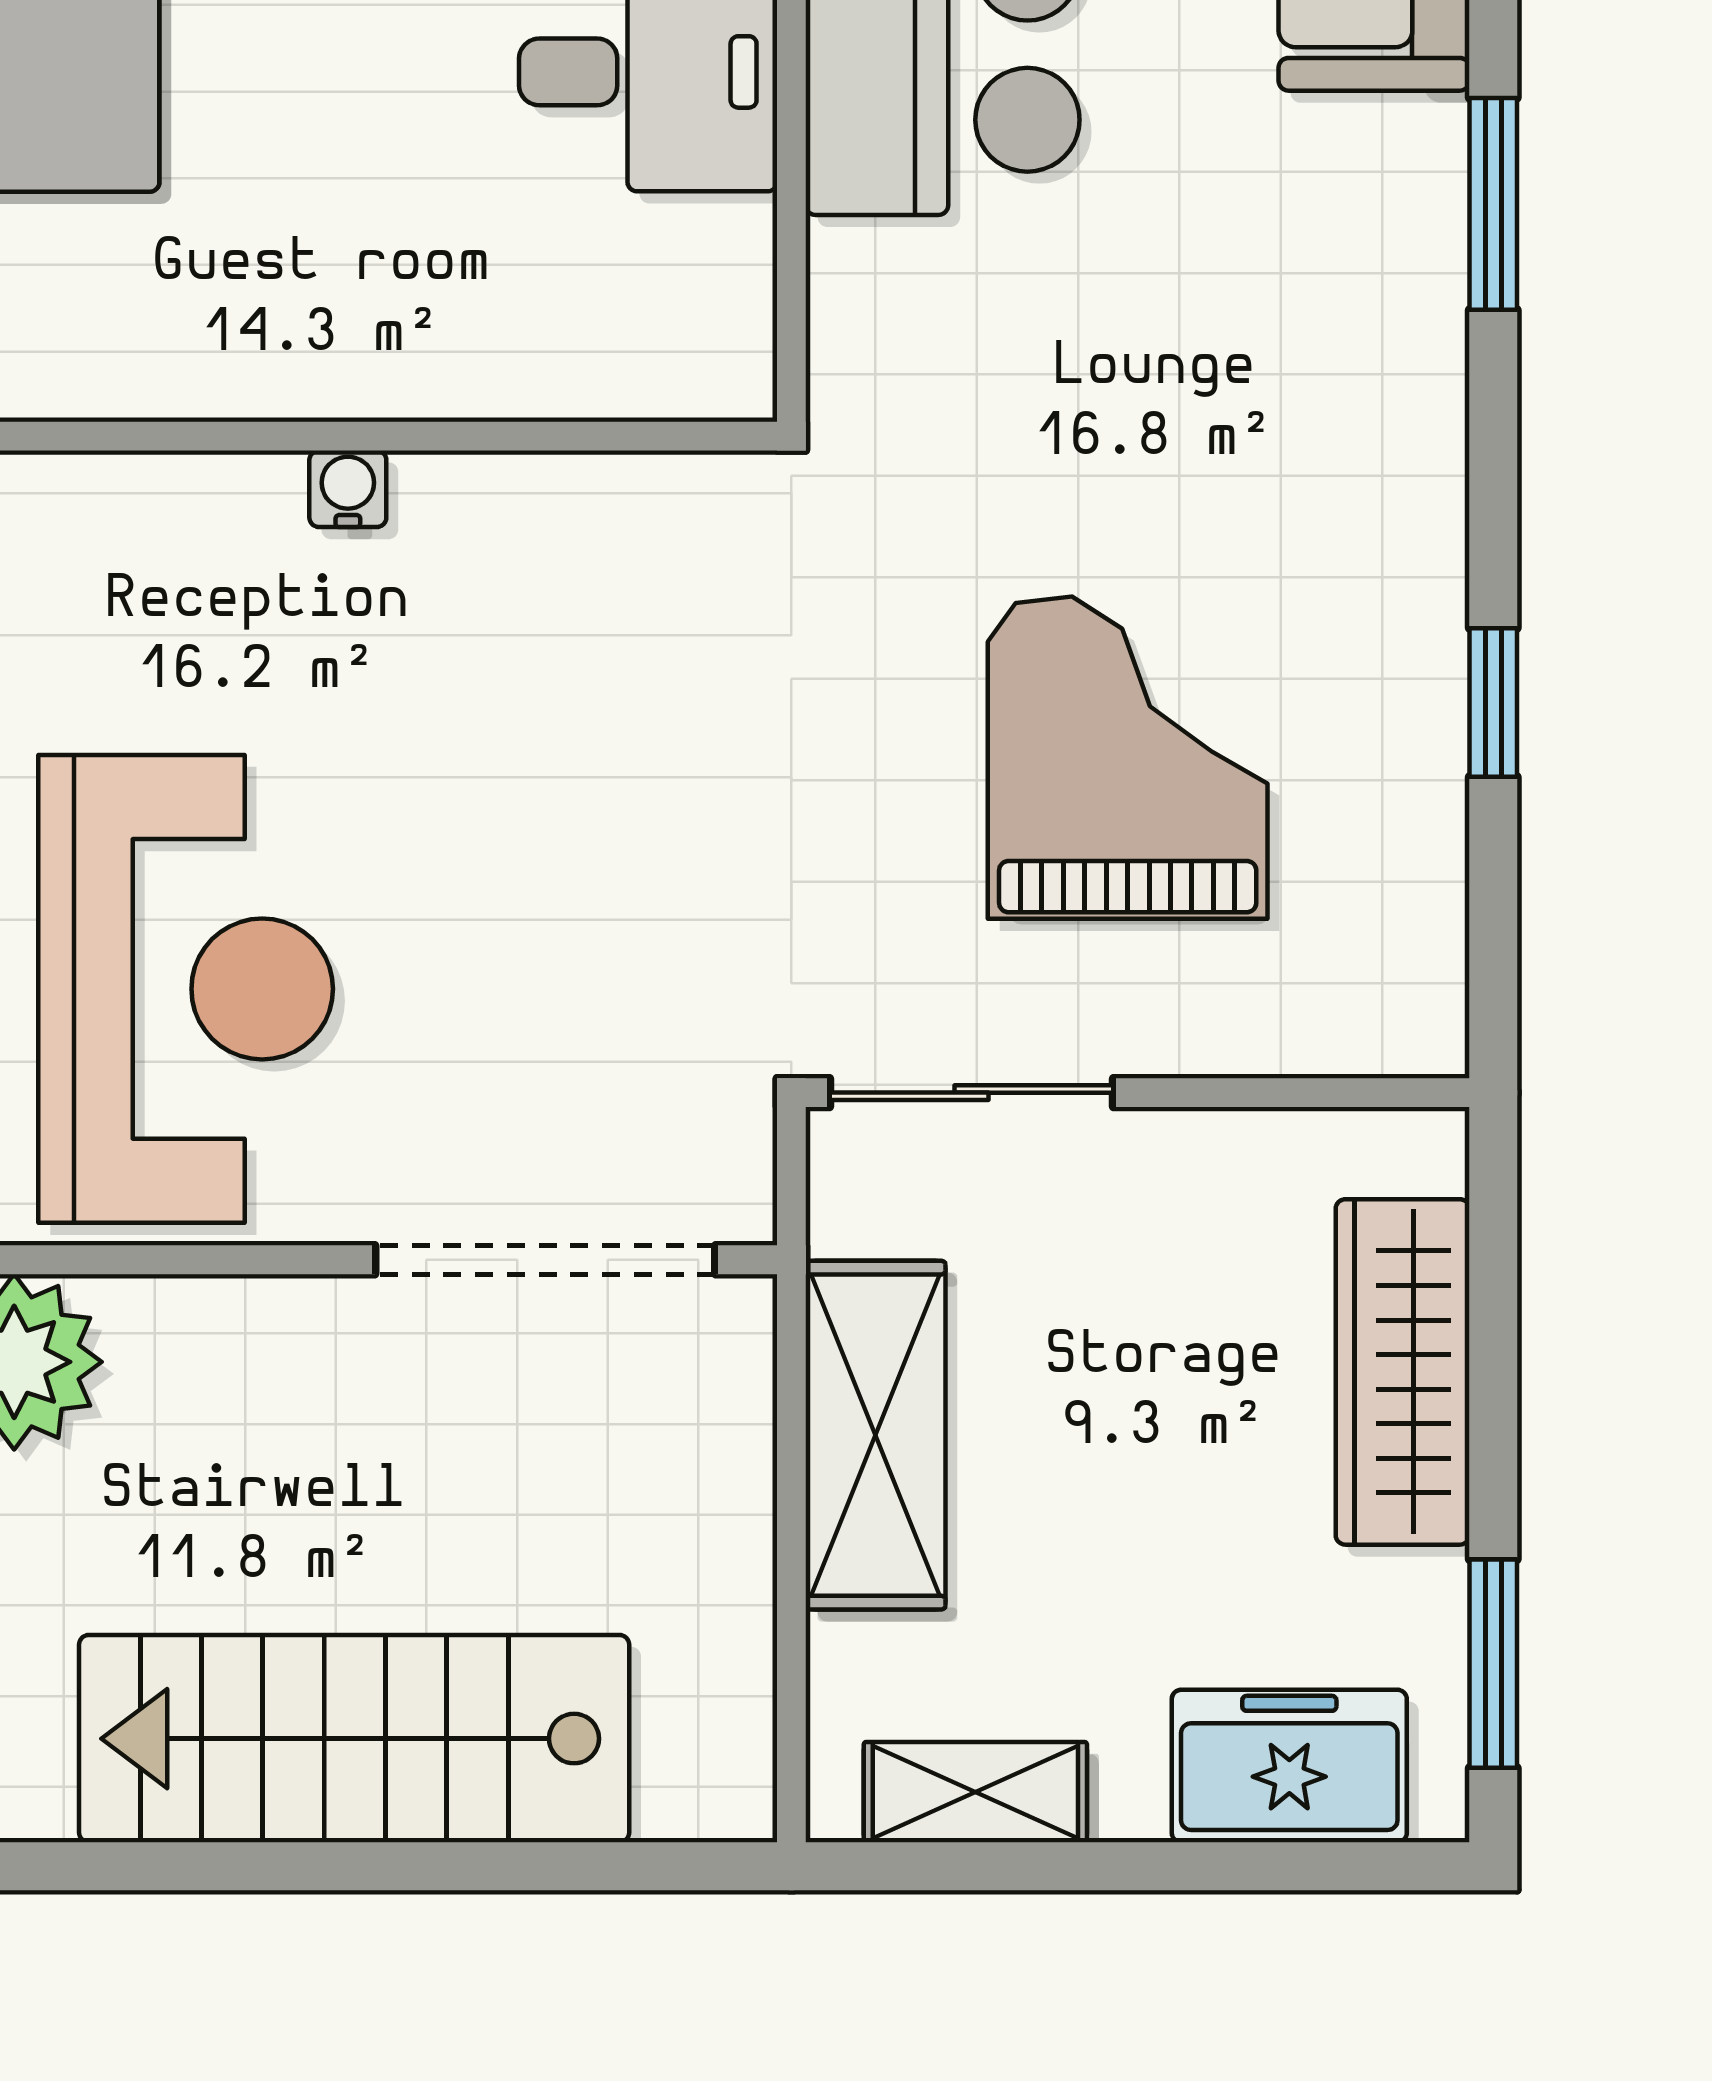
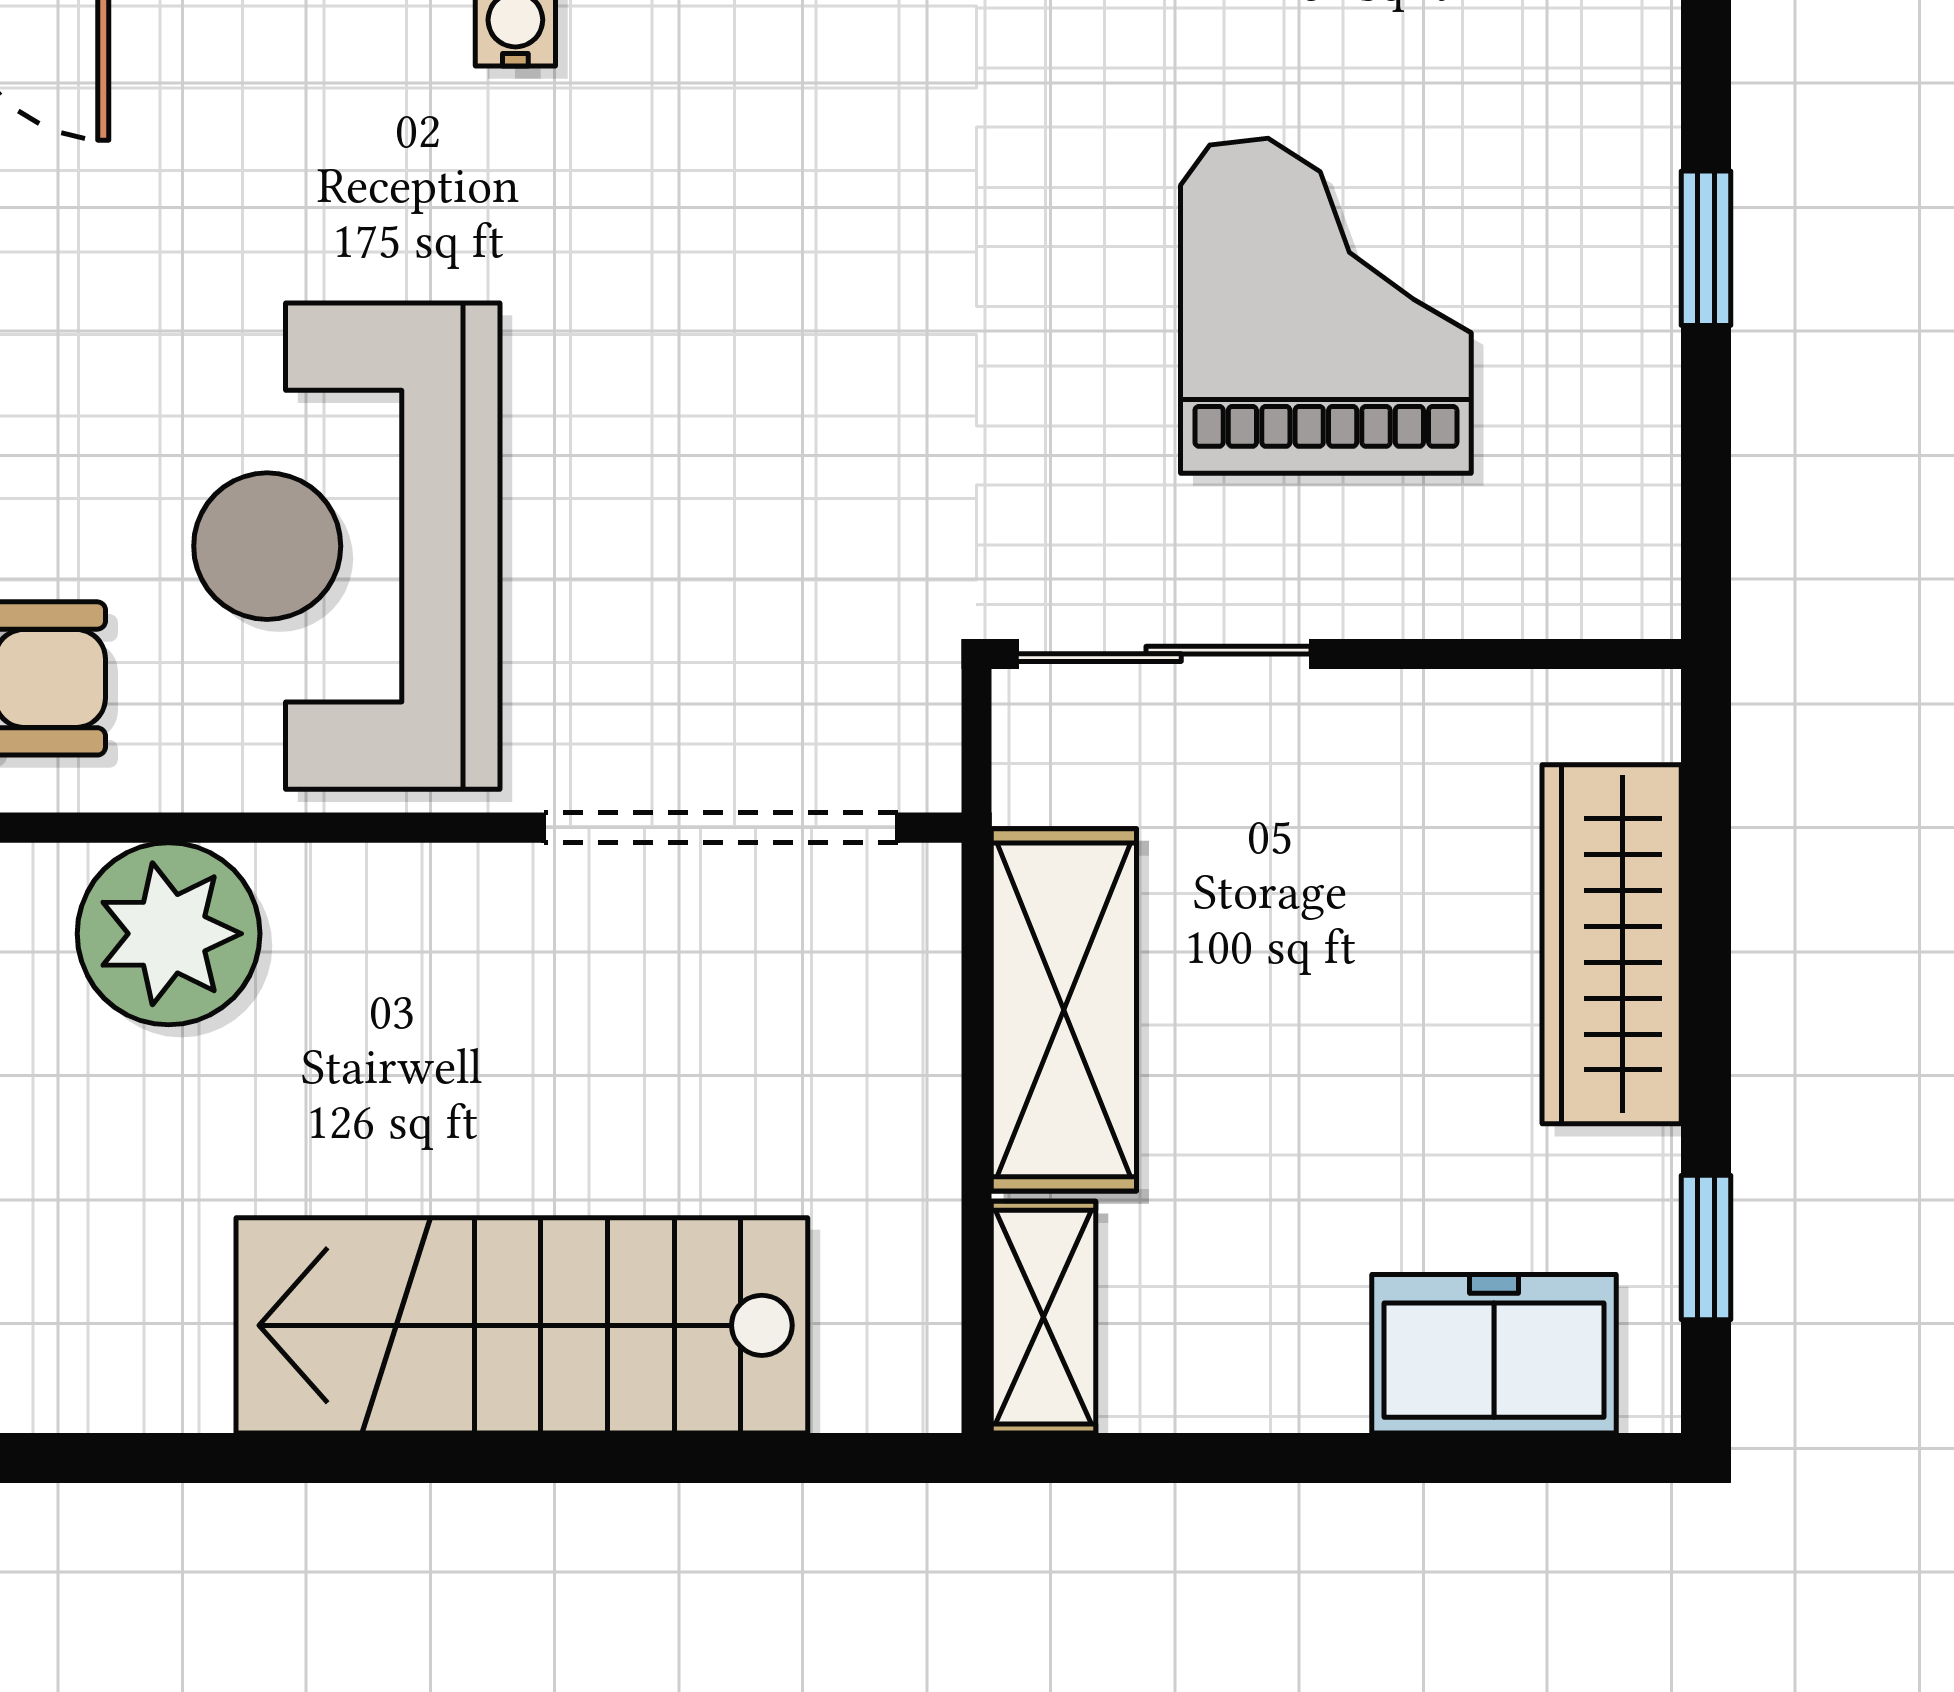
reception desk: (186, 989) -> (347, 546), turned 180
window: (1493, 1664) -> (1706, 1248), width x0.67
shelving: (975, 1792) -> (1043, 1317), moved, turned 90

